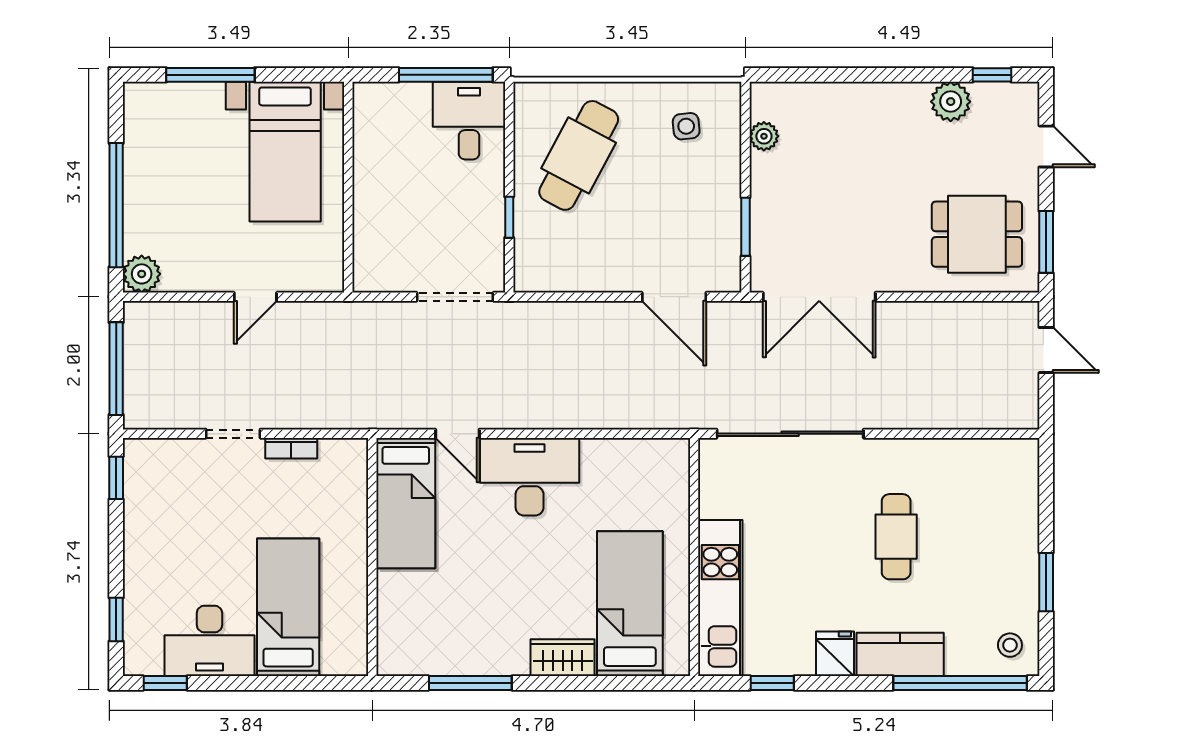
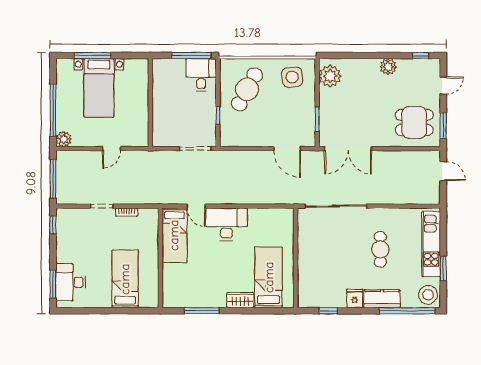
plant: (951, 102) -> (388, 67), moved
side table: (686, 126) -> (292, 77), width x1.87, depth x1.87
plant: (764, 136) -> (330, 76), width x1.87, depth x1.87
door: (1046, 146) -> (443, 86), hinge flipped
bed with nightstands: (285, 152) -> (99, 88), moved
kitchen unit: (720, 598) -> (431, 244), moved, turned 180
window: (116, 620) -> (53, 284), width x1.50
desk: (209, 641) -> (71, 282), moved, turned 90
stool: (1010, 645) -> (428, 295), width x1.89, depth x1.89
window: (165, 683) -> (74, 311), removed

